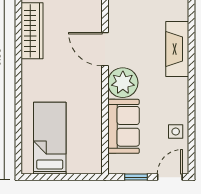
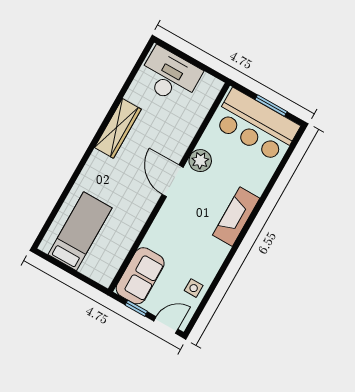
plant: (123, 83) -> (200, 161), moved, width x0.73, depth x0.73
sofa: (123, 126) -> (140, 276), moved

